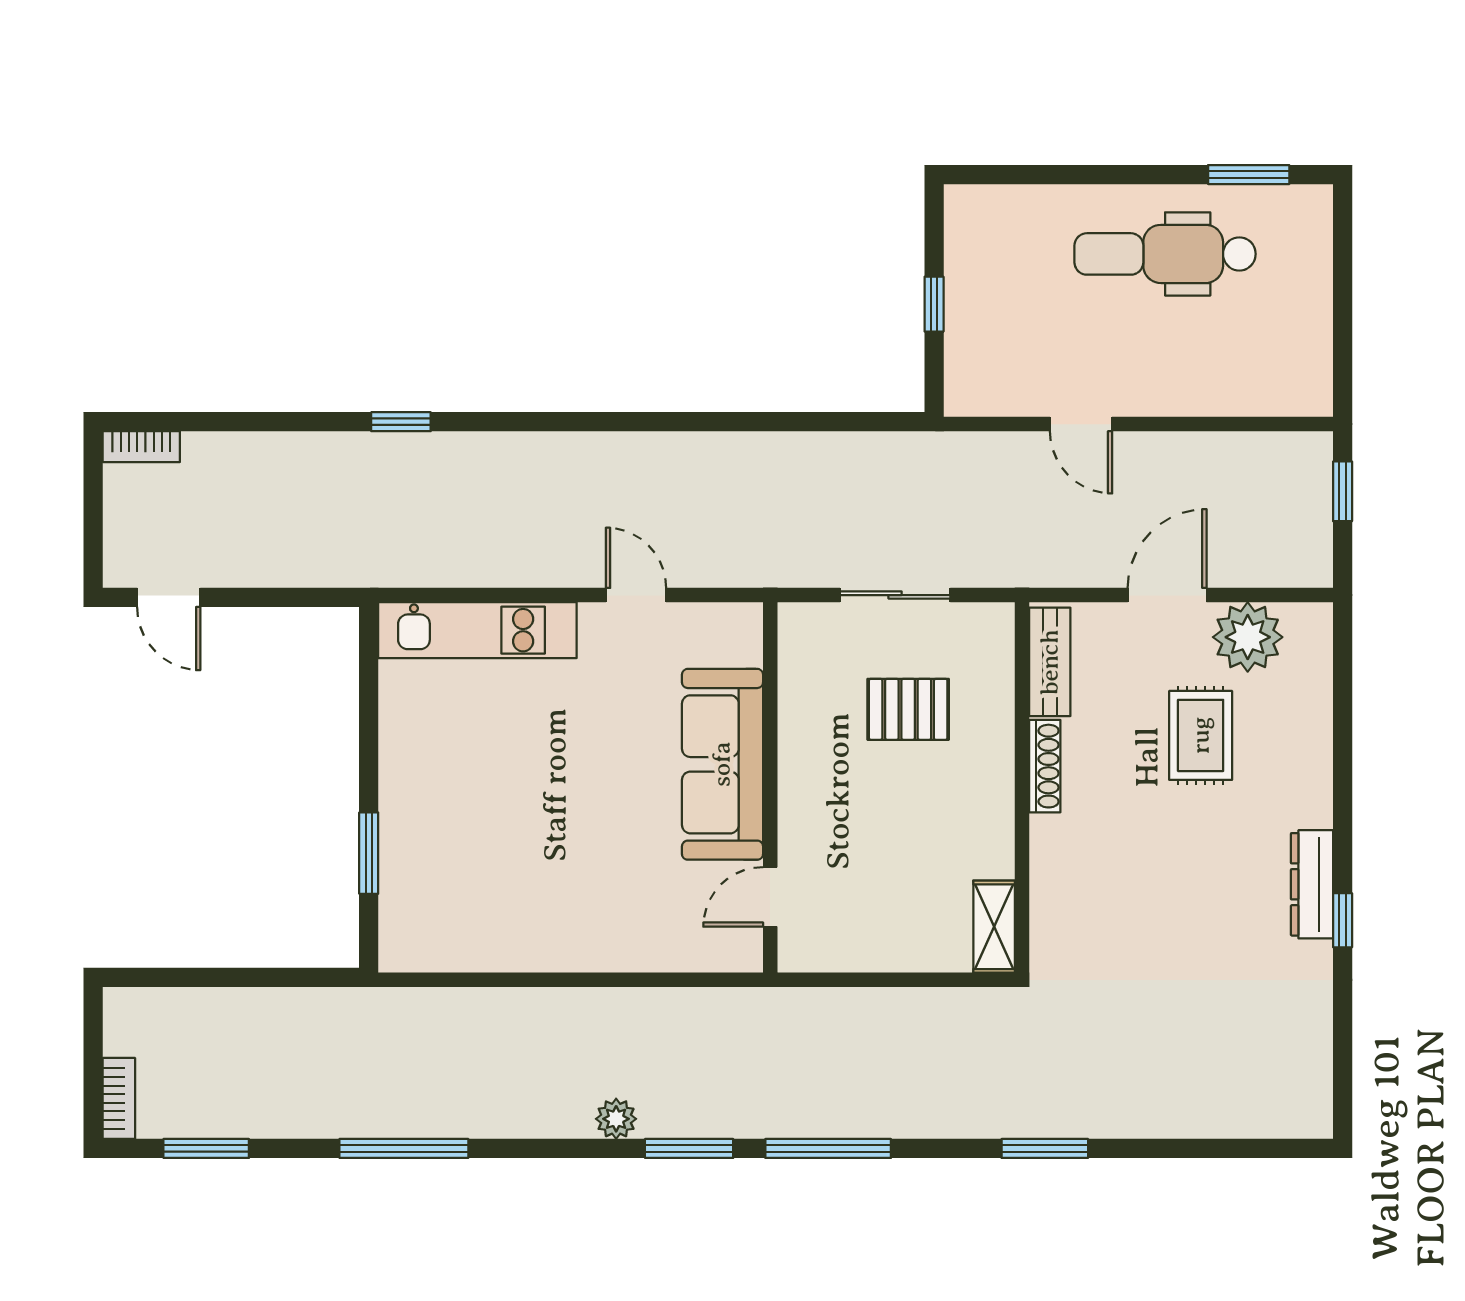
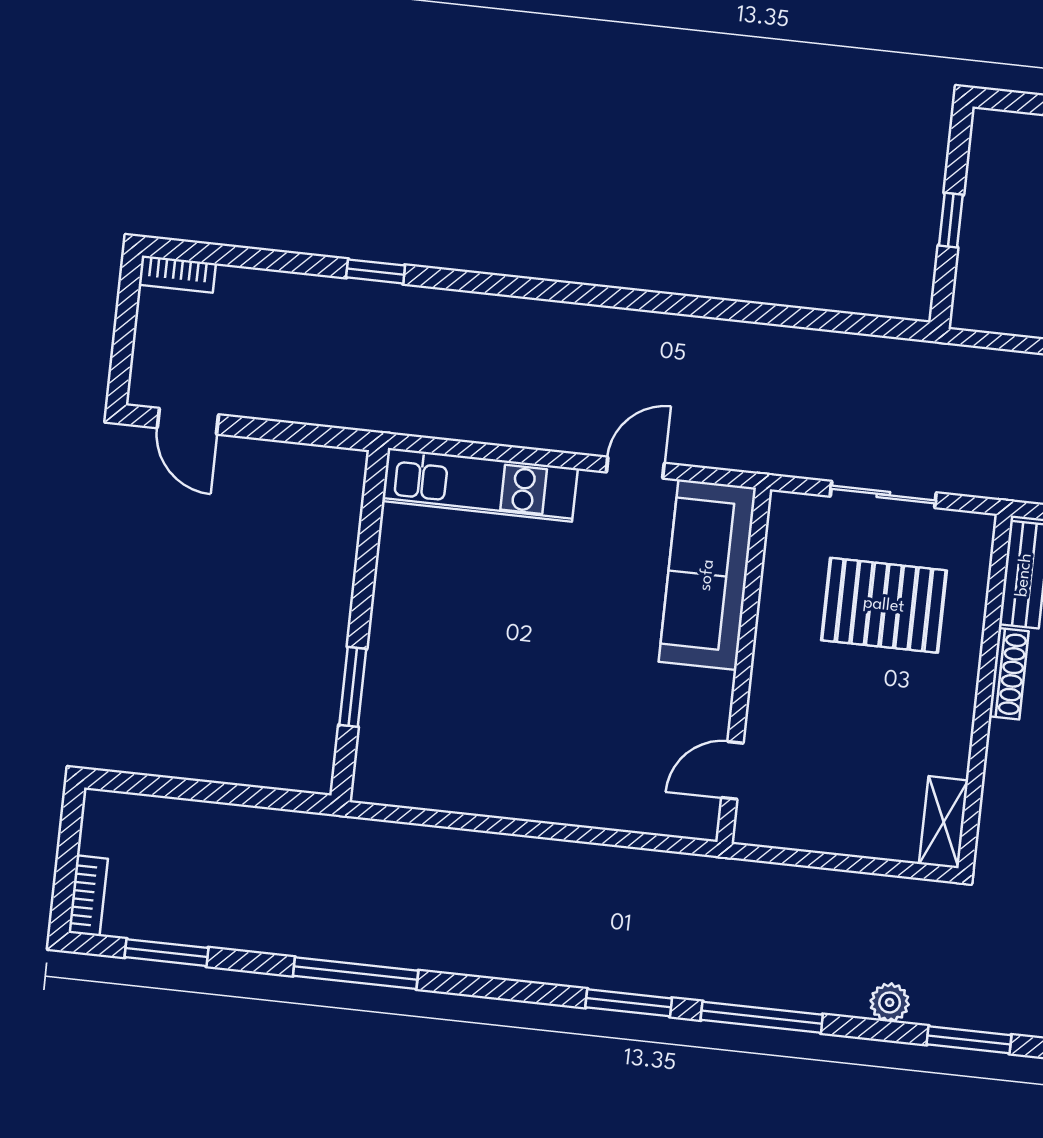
window: (401, 422) -> (376, 271), moved
door: (636, 595) -> (635, 468), hinge flipped
pallet: (908, 709) -> (884, 605), width x1.50, depth x1.42
sofa: (722, 764) -> (707, 575), moved
plant: (616, 1119) -> (890, 1002), moved

